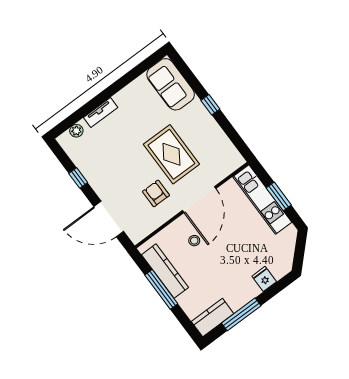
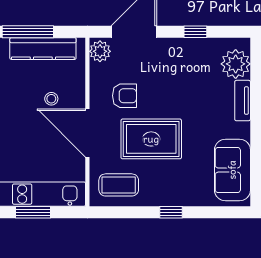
sofa: (171, 84) -> (232, 170), moved, turned -90
plant: (76, 131) -> (236, 64), width x1.88, depth x1.88
coffee table: (218, 153) -> (119, 185), added
plant: (139, 232) -> (100, 51), added

